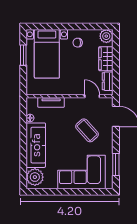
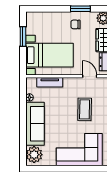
window: (83, 26) -> (80, 9), added
bed with nightstands: (47, 54) -> (49, 55), moved, turned -90
coffee table: (87, 130) -> (85, 109), turned 43

